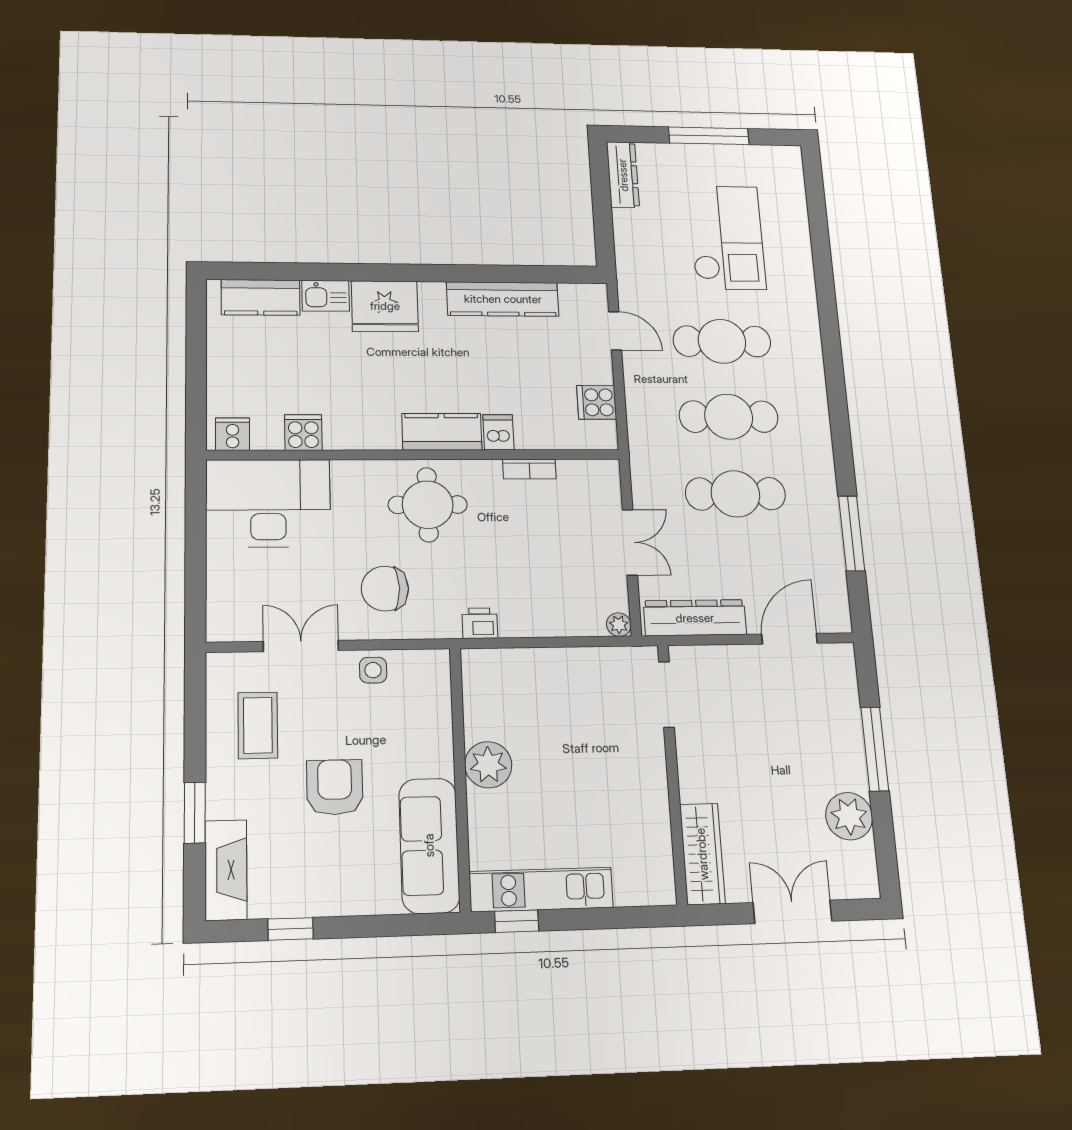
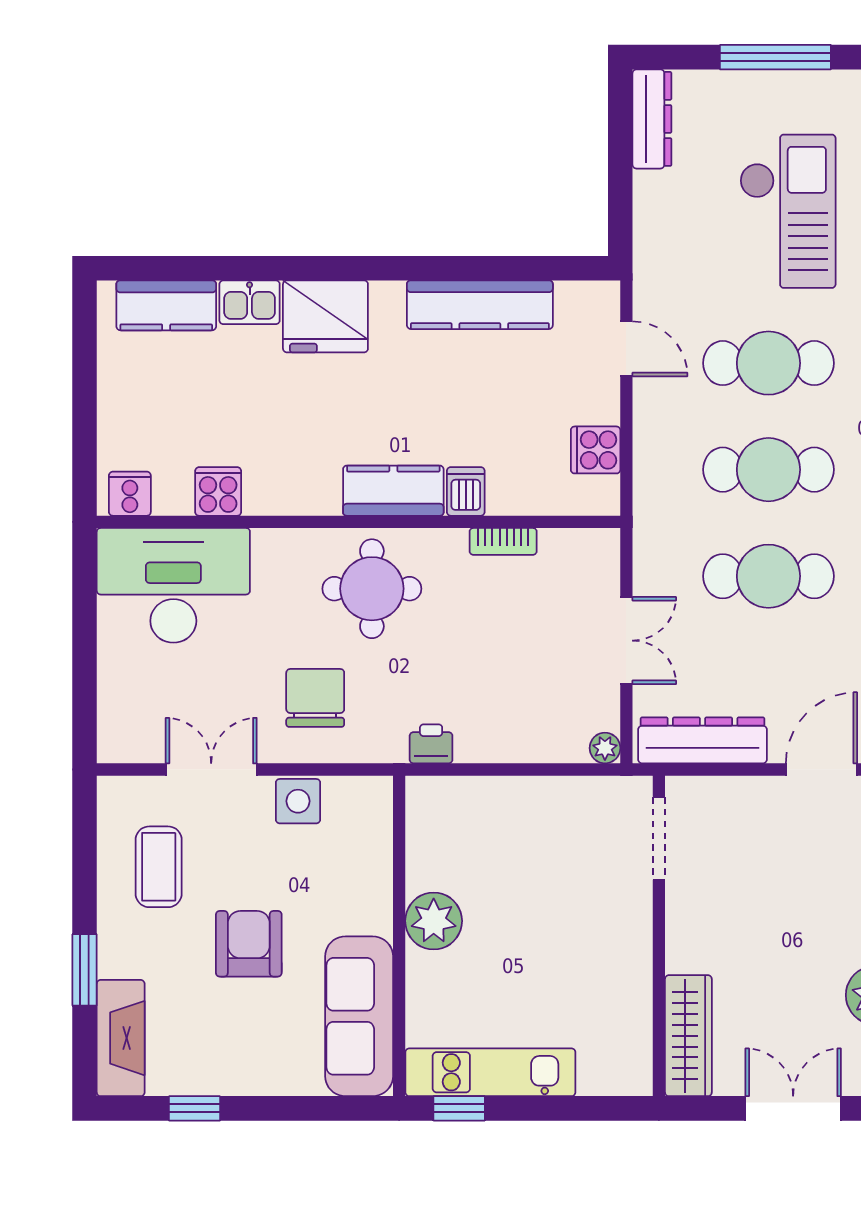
chair: (385, 589) -> (315, 698), turned 90
side table: (373, 670) -> (298, 801), width x1.37, depth x1.37

